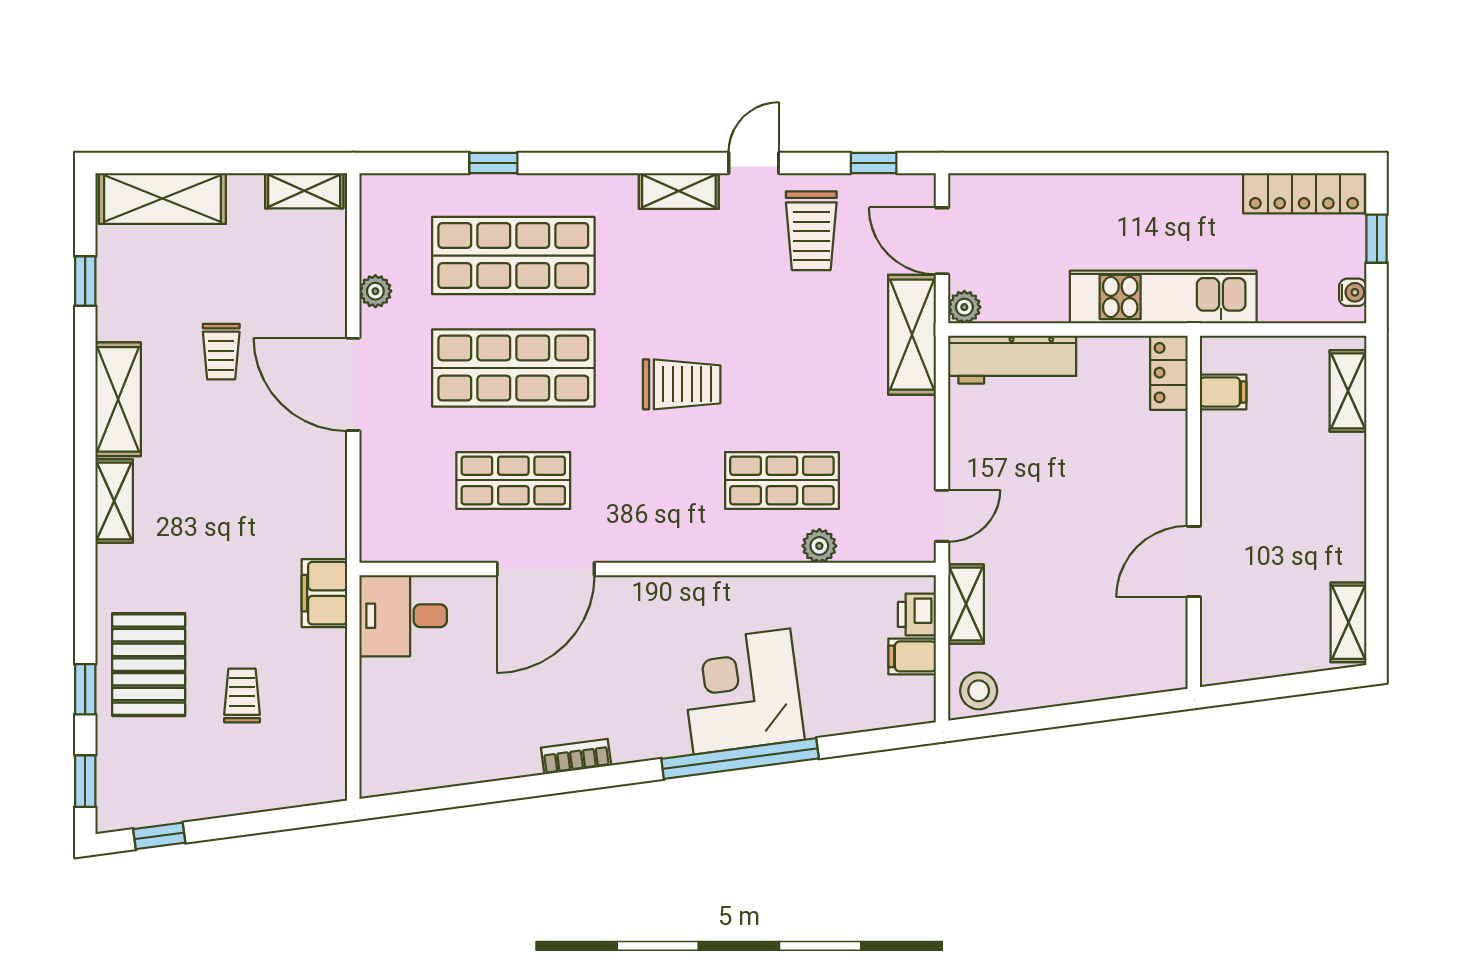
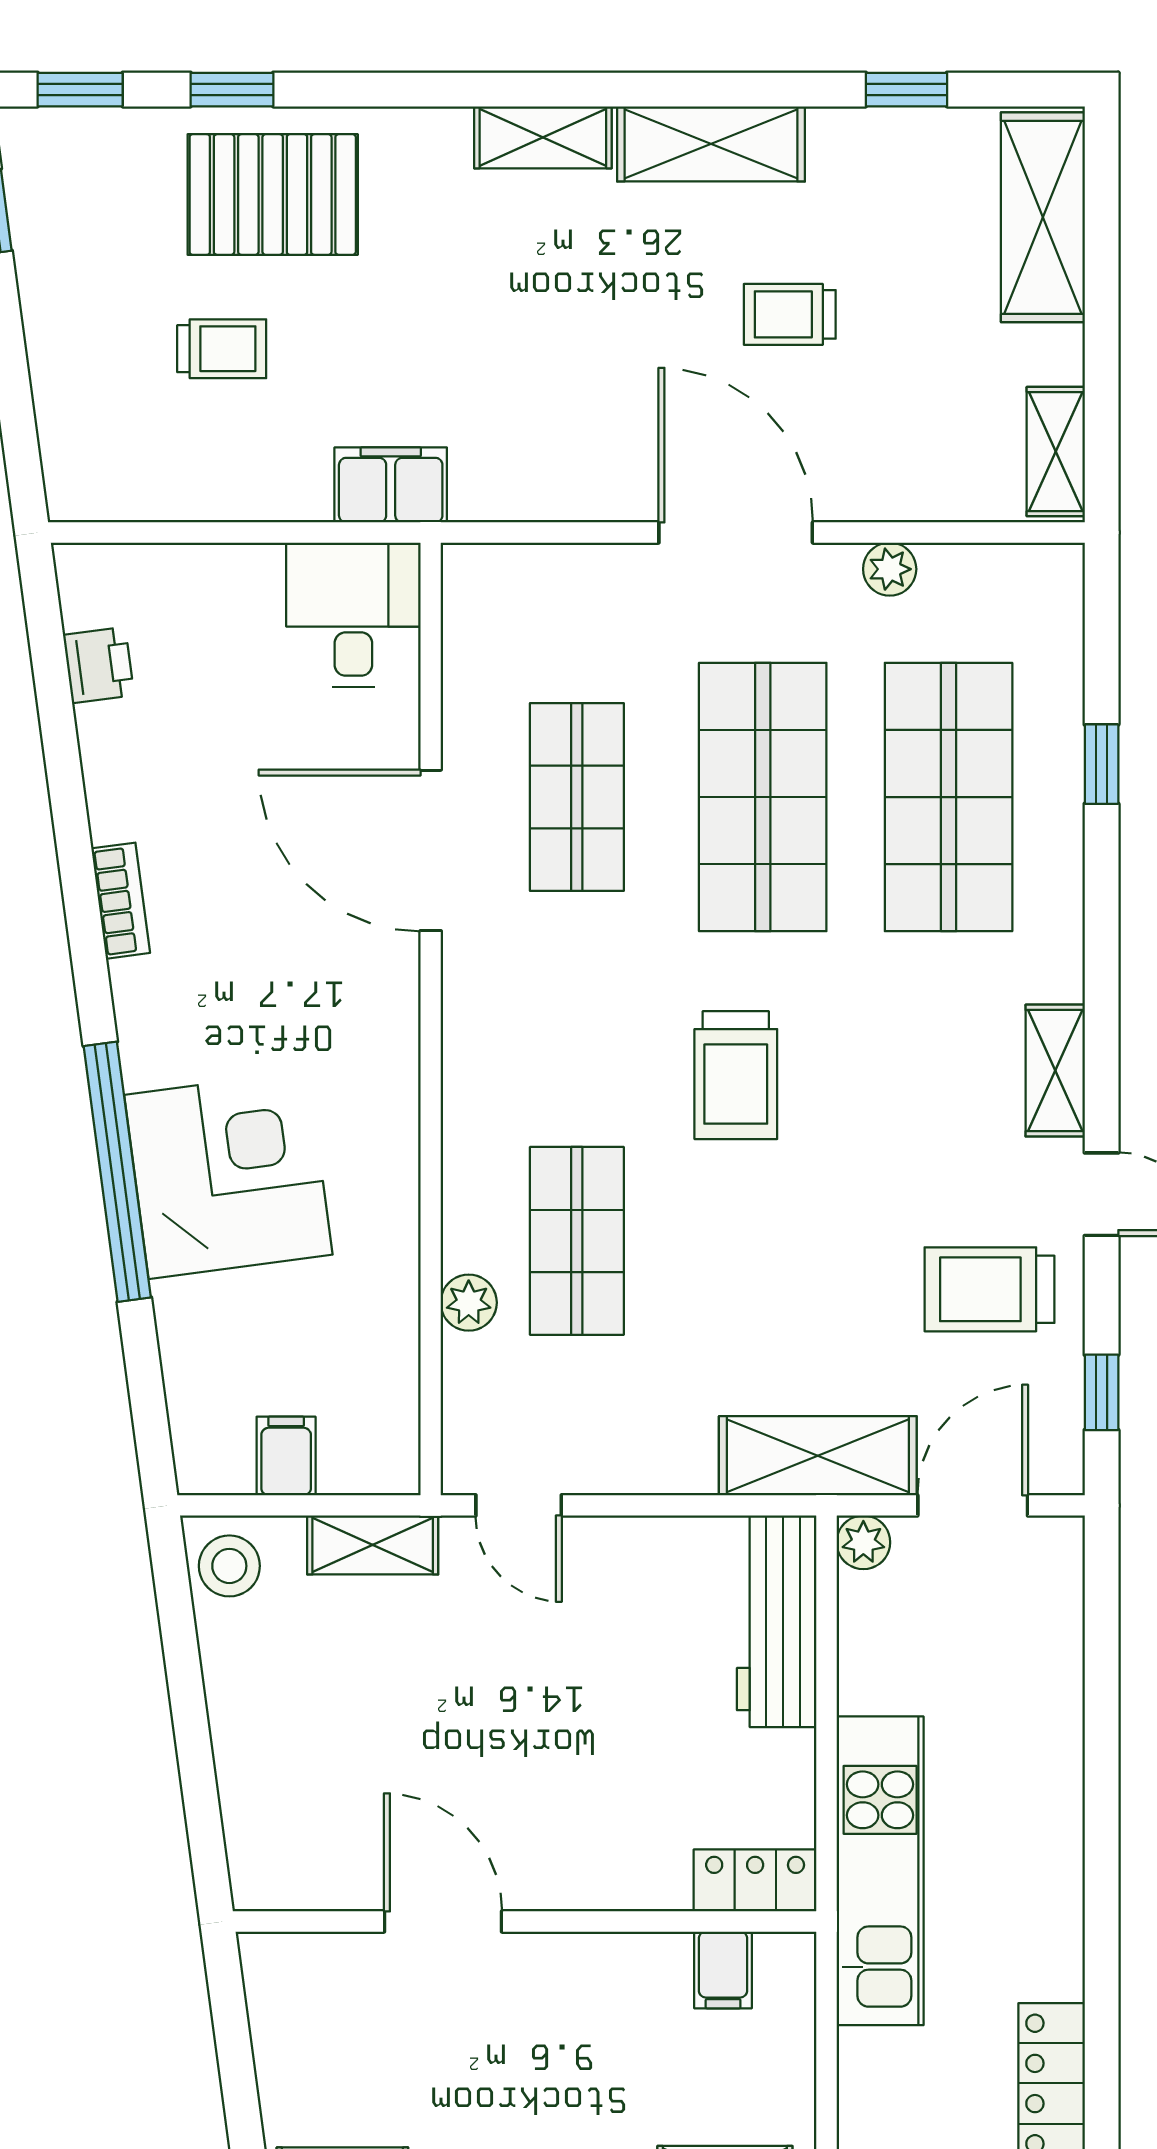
door: (353, 384) -> (736, 532), hinge flipped
printer: (917, 614) -> (99, 665), moved, turned 82

